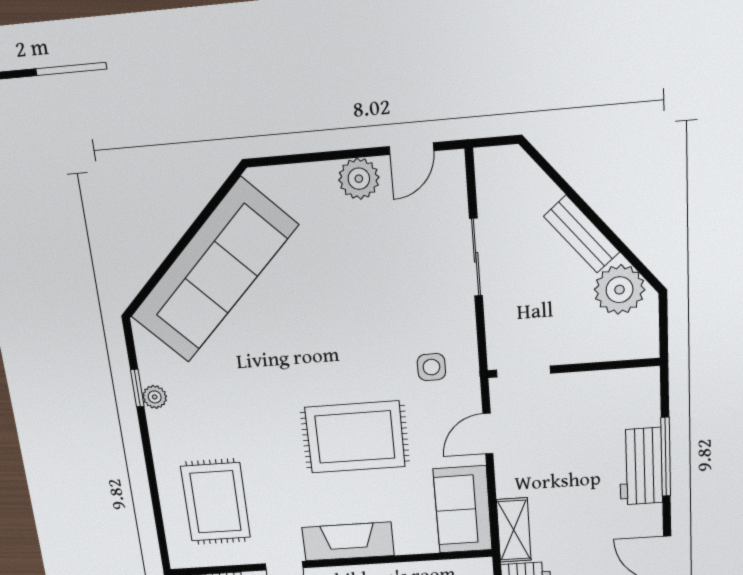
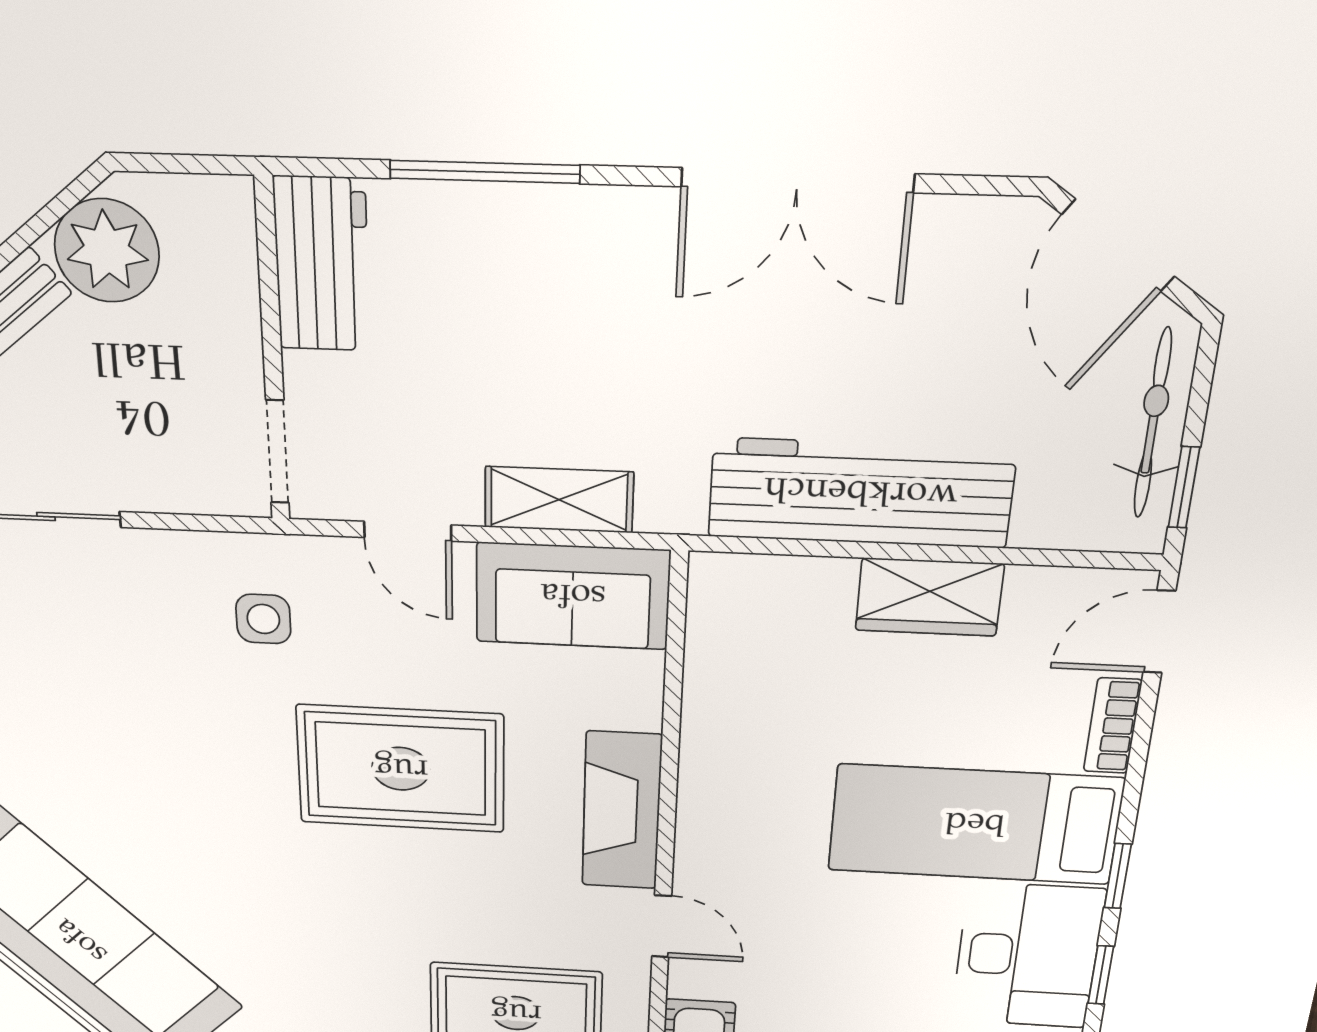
rug: (355, 437) -> (401, 769), turned 90
workbench: (641, 466) -> (322, 264), moved, turned -90
shelving: (514, 530) -> (559, 500), moved

